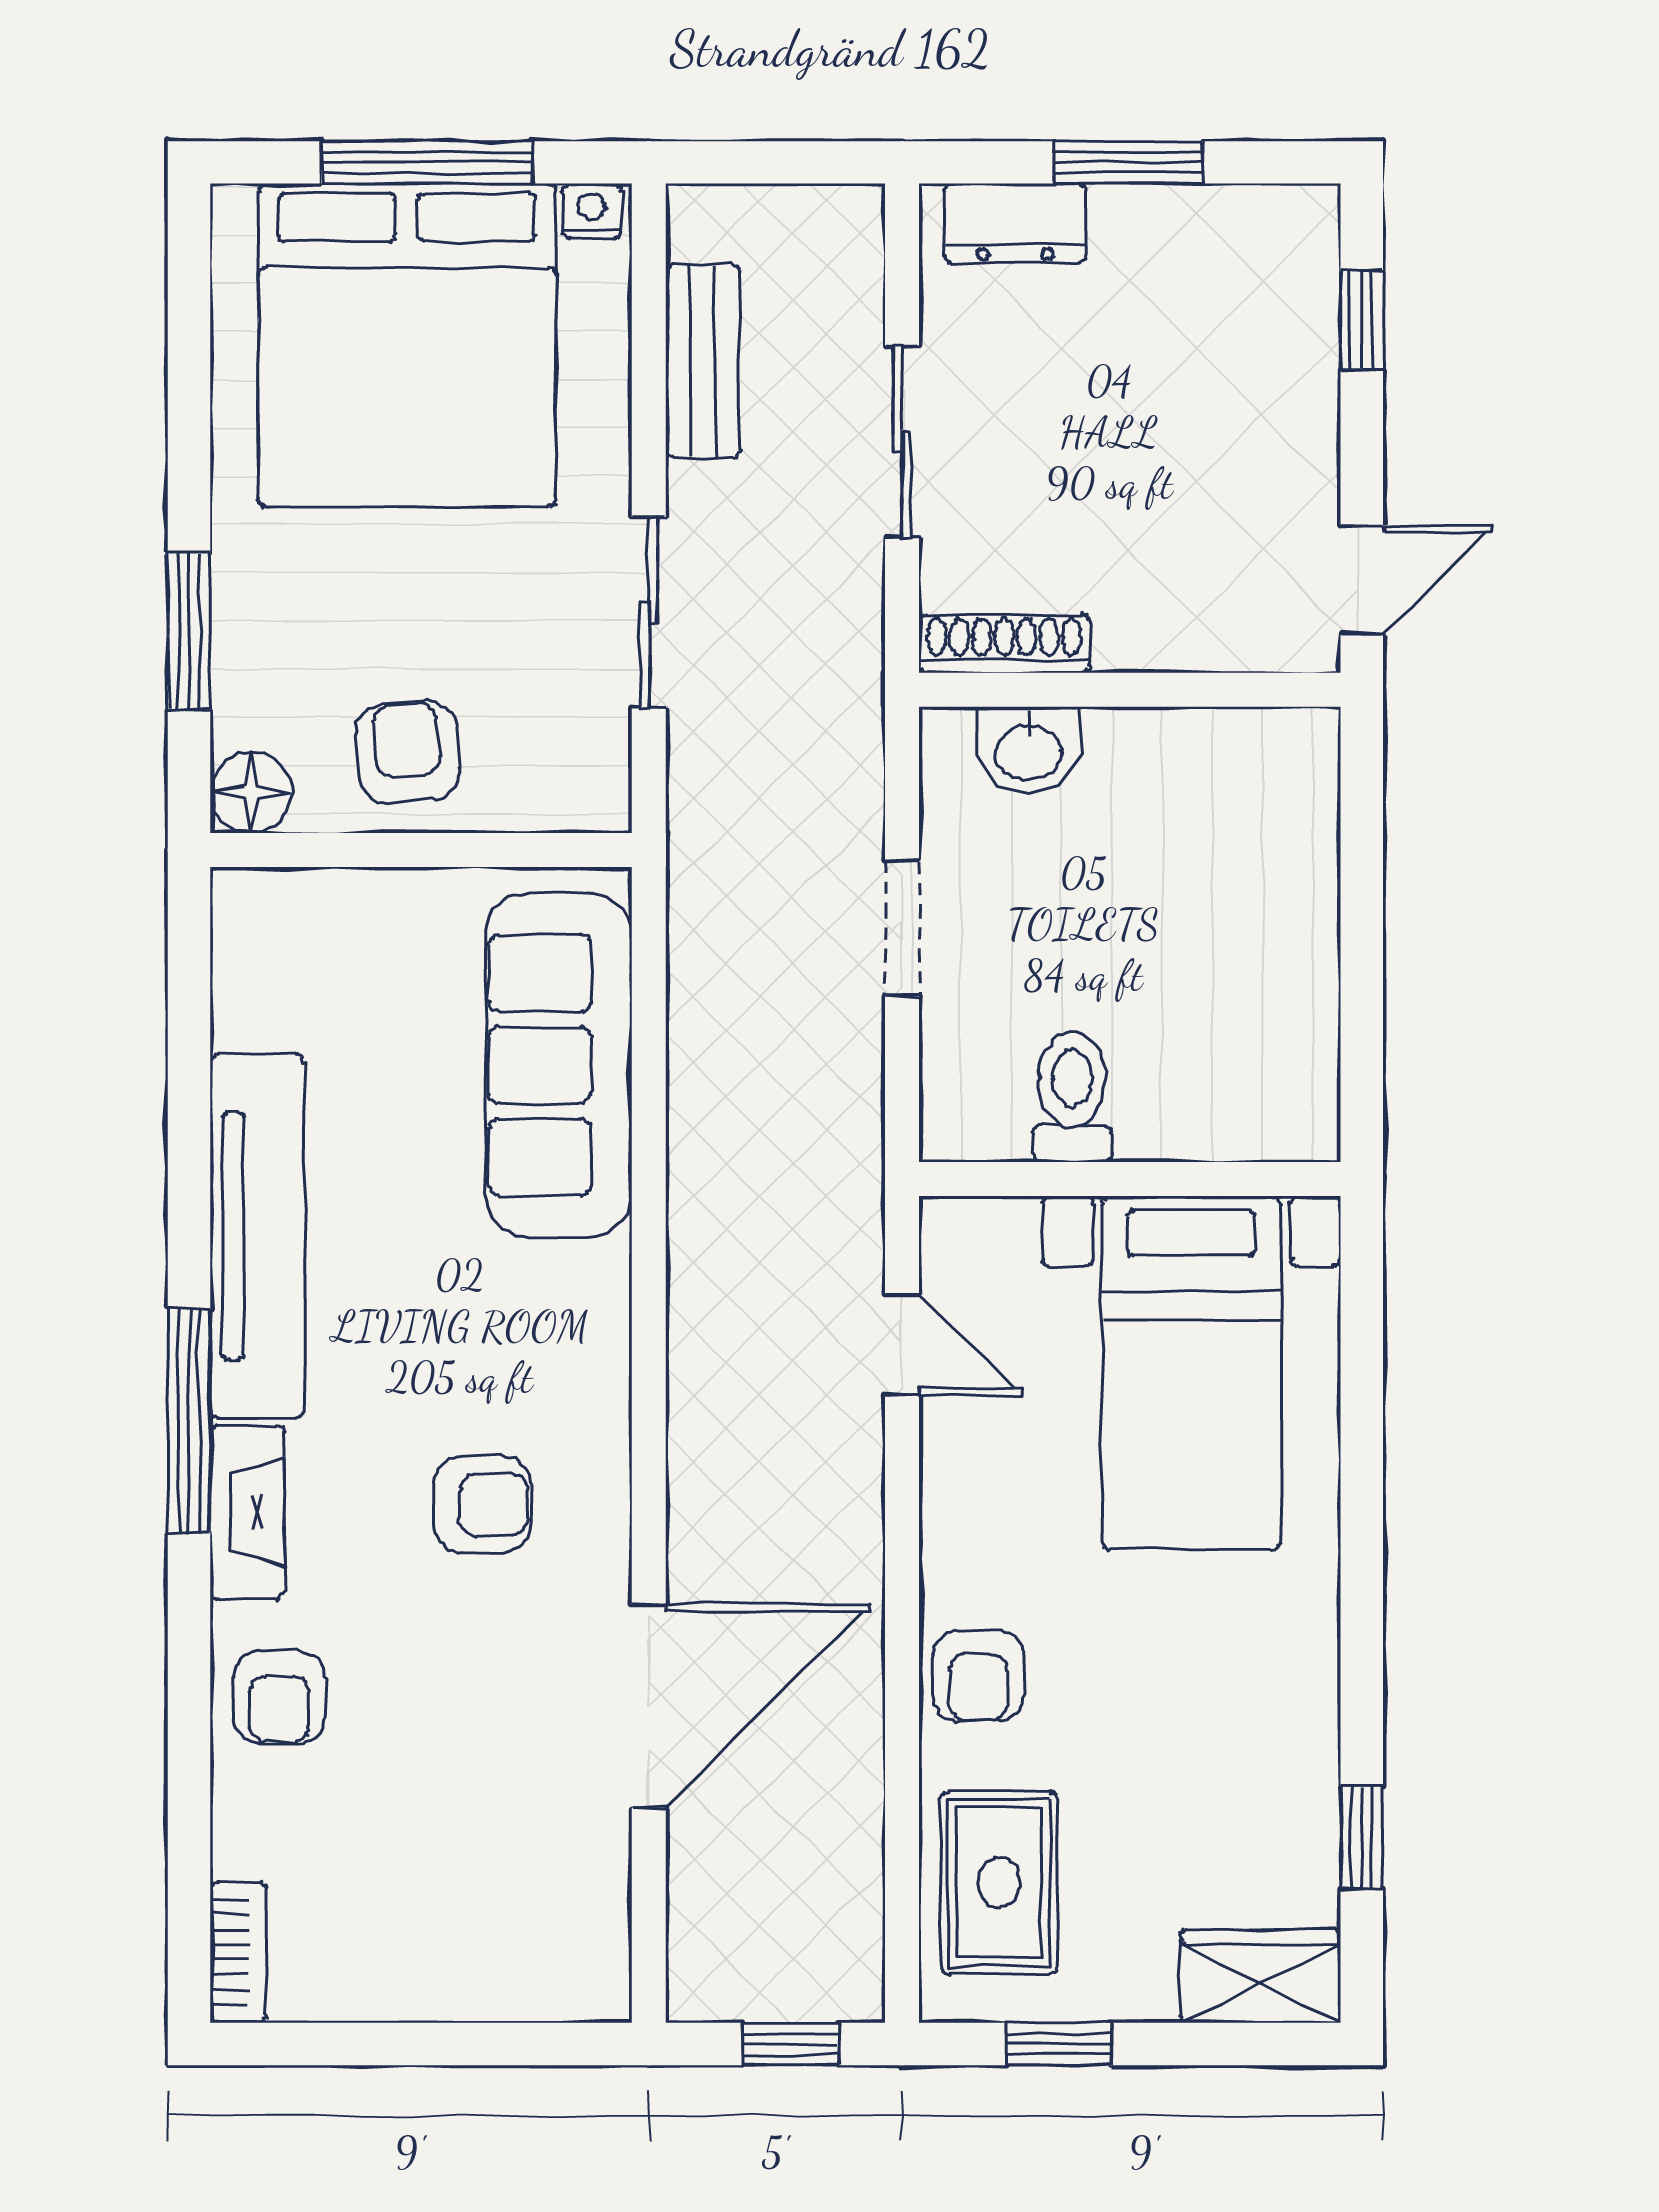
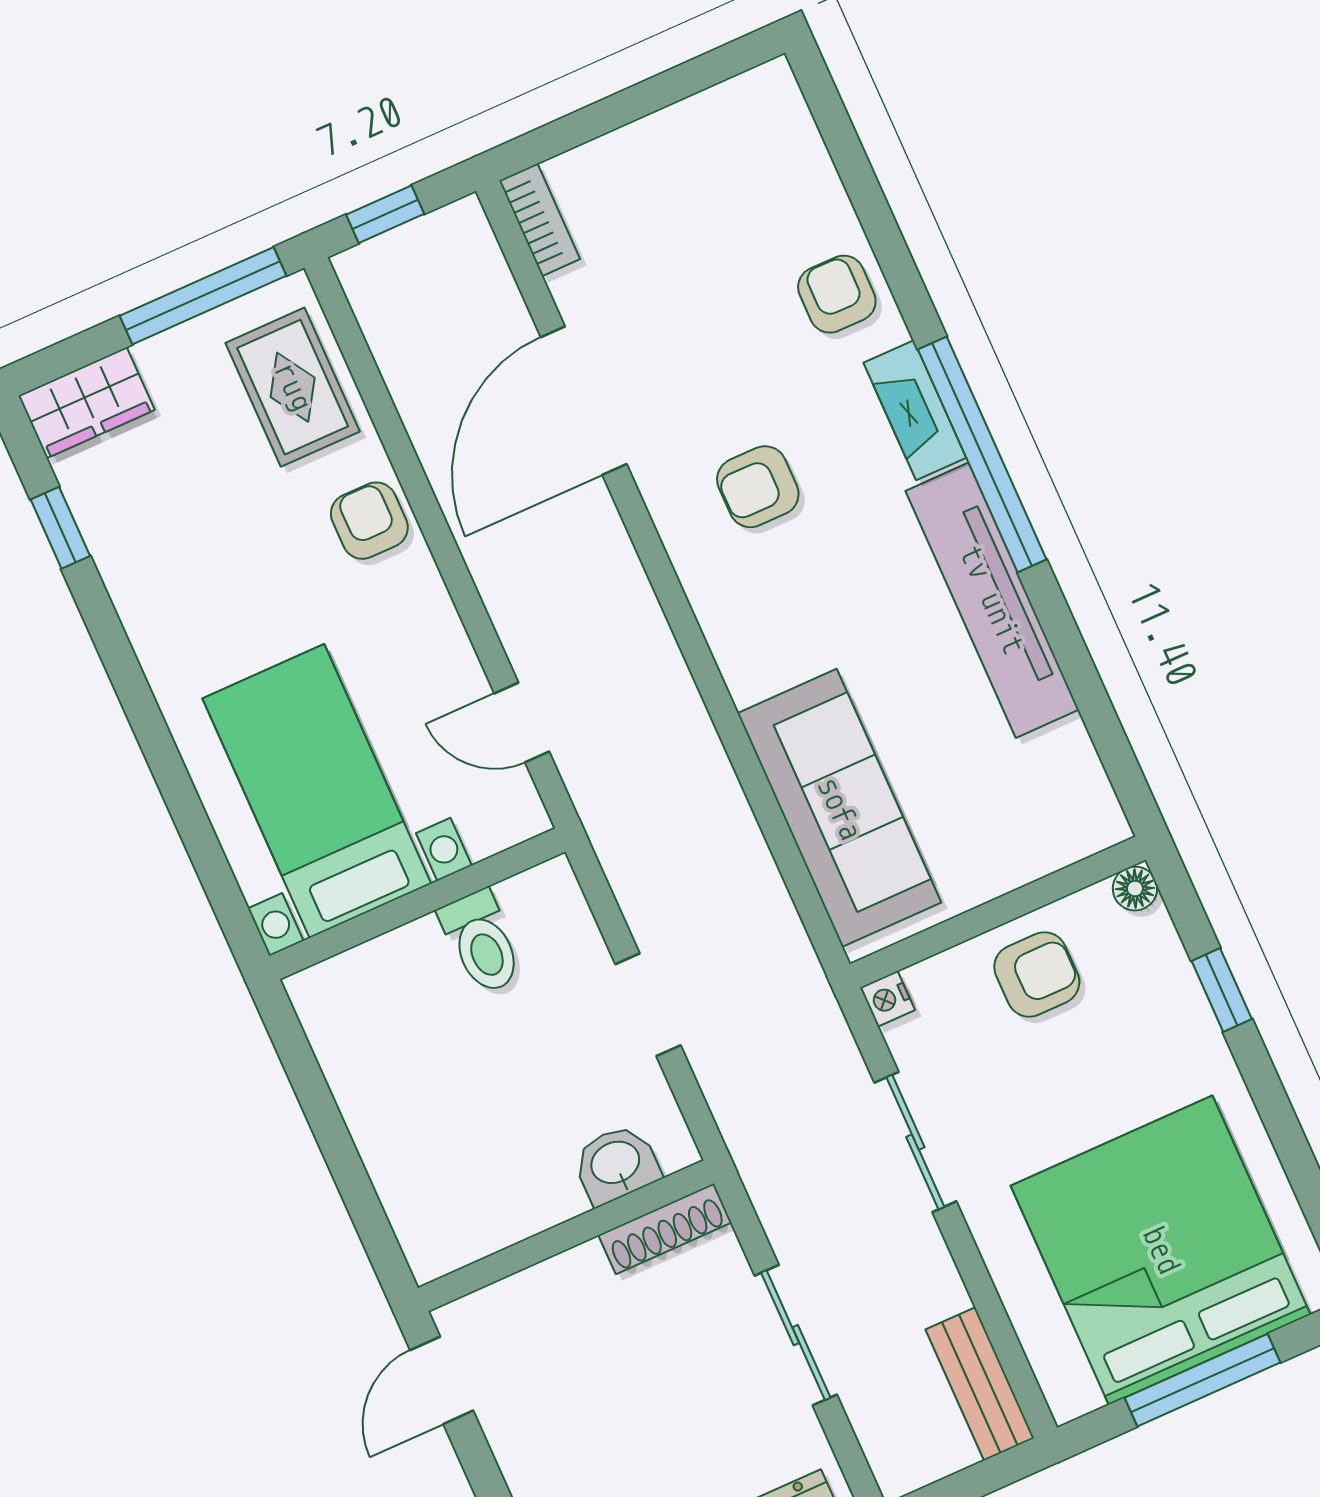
nightstand: (592, 211) -> (887, 999), moved, turned 90
bench: (703, 361) -> (980, 1384), moved
window: (189, 631) -> (1222, 990), width x0.67
armchair: (408, 752) -> (1037, 974), turned -85
floor lamp: (251, 792) -> (1135, 889), width x0.73, depth x0.73
window: (189, 1421) -> (982, 454), width x1.46
bookcase: (238, 1952) -> (540, 220), moved, turned 180
window: (1059, 2044) -> (203, 296), width x2.17

